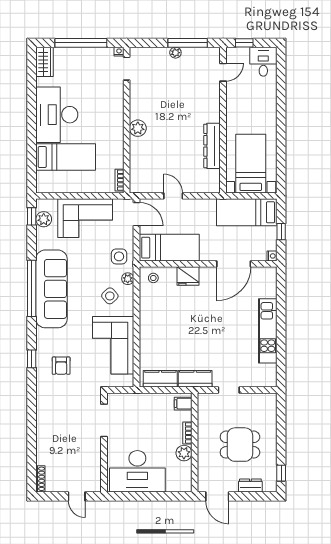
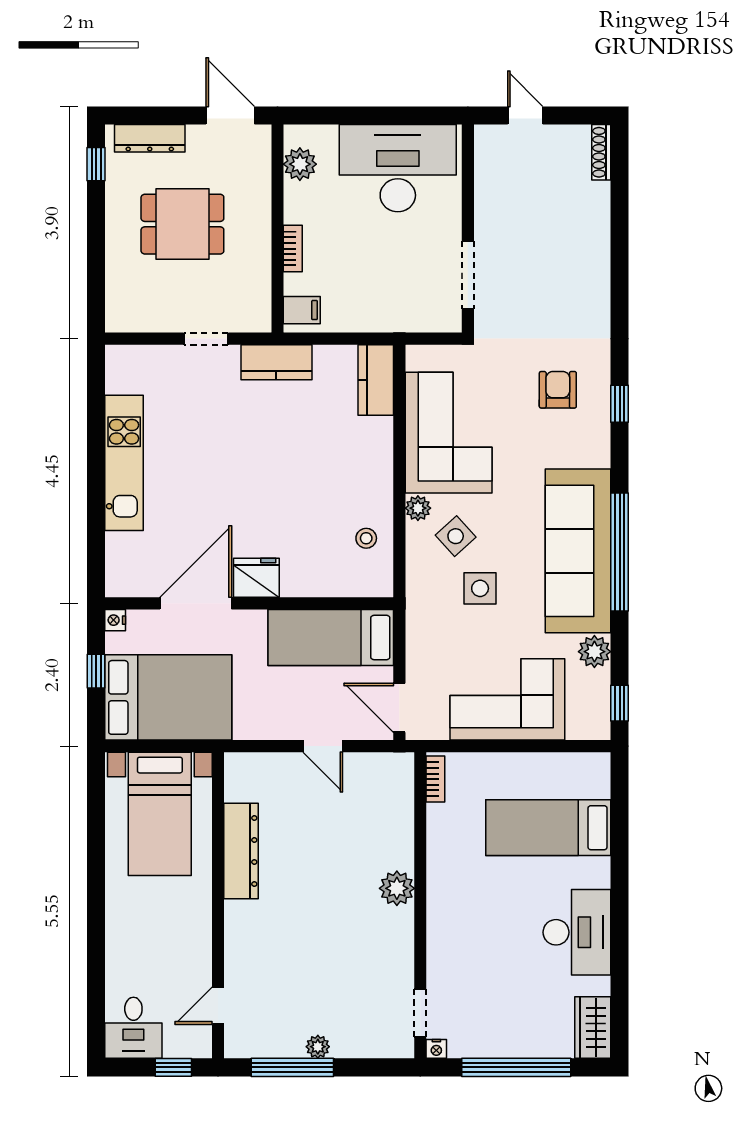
desk: (57, 115) -> (577, 932), width x0.73, depth x0.77
bed: (247, 212) -> (168, 697), width x1.50
plant: (44, 219) -> (594, 652), moved
side table: (119, 256) -> (480, 588), moved
fridge: (188, 276) -> (256, 578), moved
stool: (153, 278) -> (366, 538), moved
plant: (128, 279) -> (418, 508), moved
kitchen counter: (160, 379) -> (376, 380), moved, turned 90
plant: (184, 453) -> (300, 164), moved
dresser: (250, 485) -> (150, 138), width x1.44

